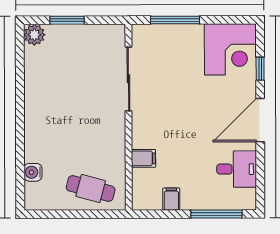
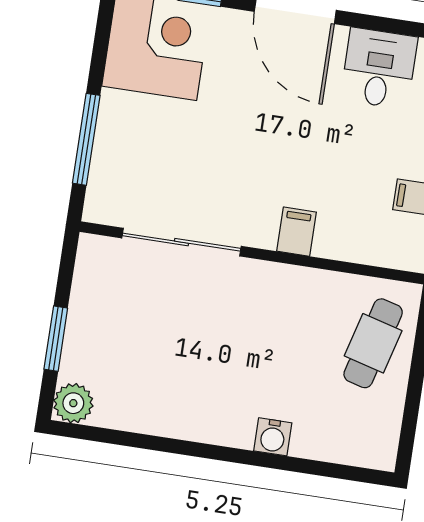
filing cabinet: (143, 158) -> (296, 232), moved
water cooler: (33, 172) -> (273, 437), moved

